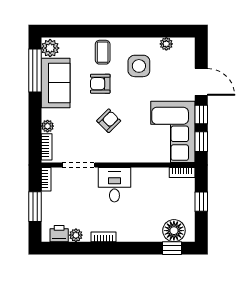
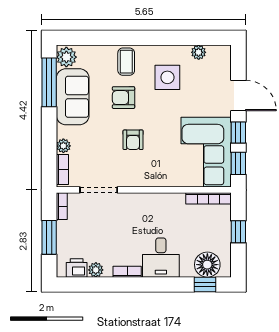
armchair: (109, 121) -> (133, 140), turned 135
bookcase: (182, 172) -> (208, 198), width x1.56
desk: (114, 185) -> (161, 258), moved, turned 180

